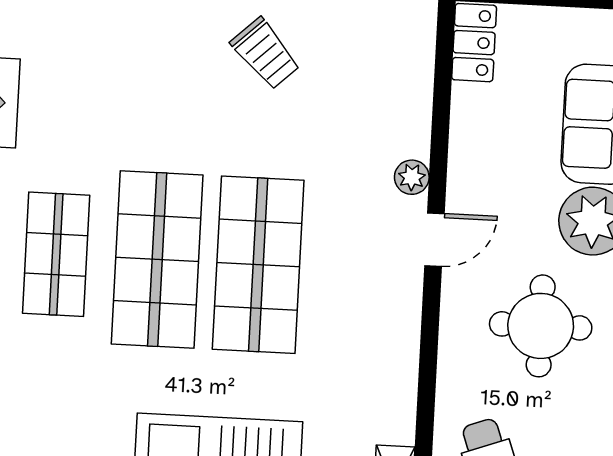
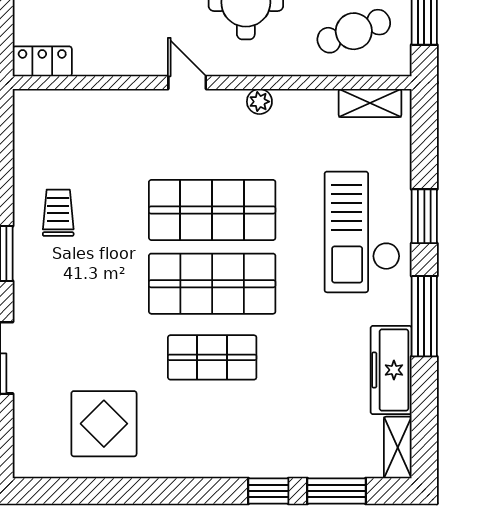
trolley: (265, 54) -> (58, 213), turned -47
plant: (412, 177) -> (259, 102), moved

